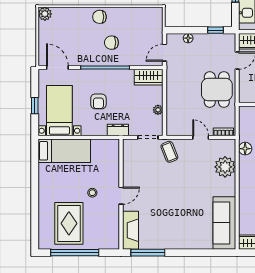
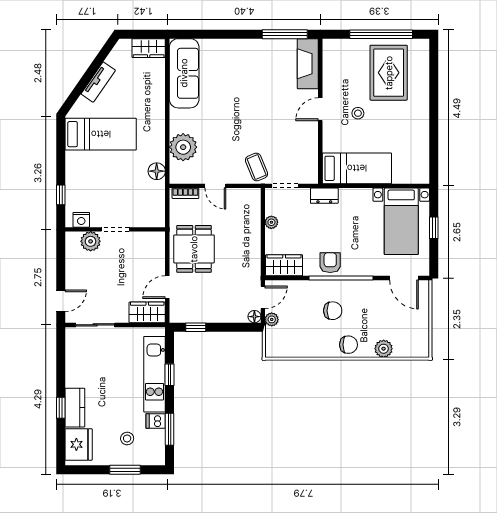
plant: (45, 14) -> (384, 349), moved
plant: (158, 36) -> (272, 319), added
floor lamp: (188, 38) -> (254, 317), moved
armchair: (98, 101) -> (330, 263), moved
bed: (64, 151) -> (357, 168), moved, turned 180

